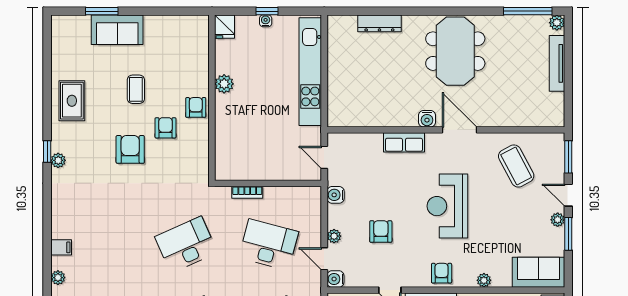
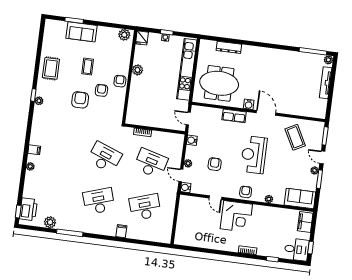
plant: (193, 25) -> (124, 35), added
meeting table: (455, 51) -> (219, 83), moved, turned 90
desk: (186, 245) -> (104, 157), turned 45

